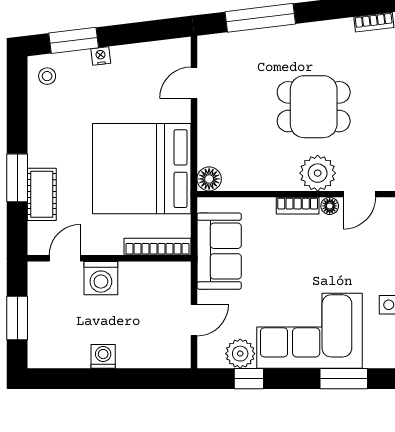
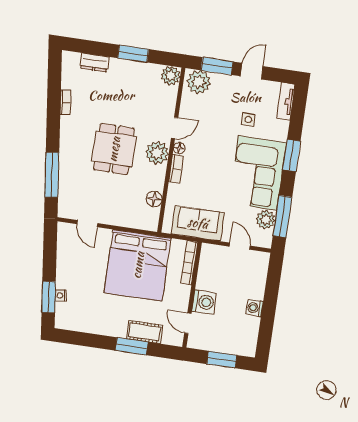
nightstand: (101, 56) -> (61, 296), moved
stool: (47, 76) -> (69, 317), removed
floor lamp: (209, 179) -> (154, 199), moved
door: (359, 194) -> (175, 128), hinge flipped
window: (249, 379) -> (283, 216), width x2.17

